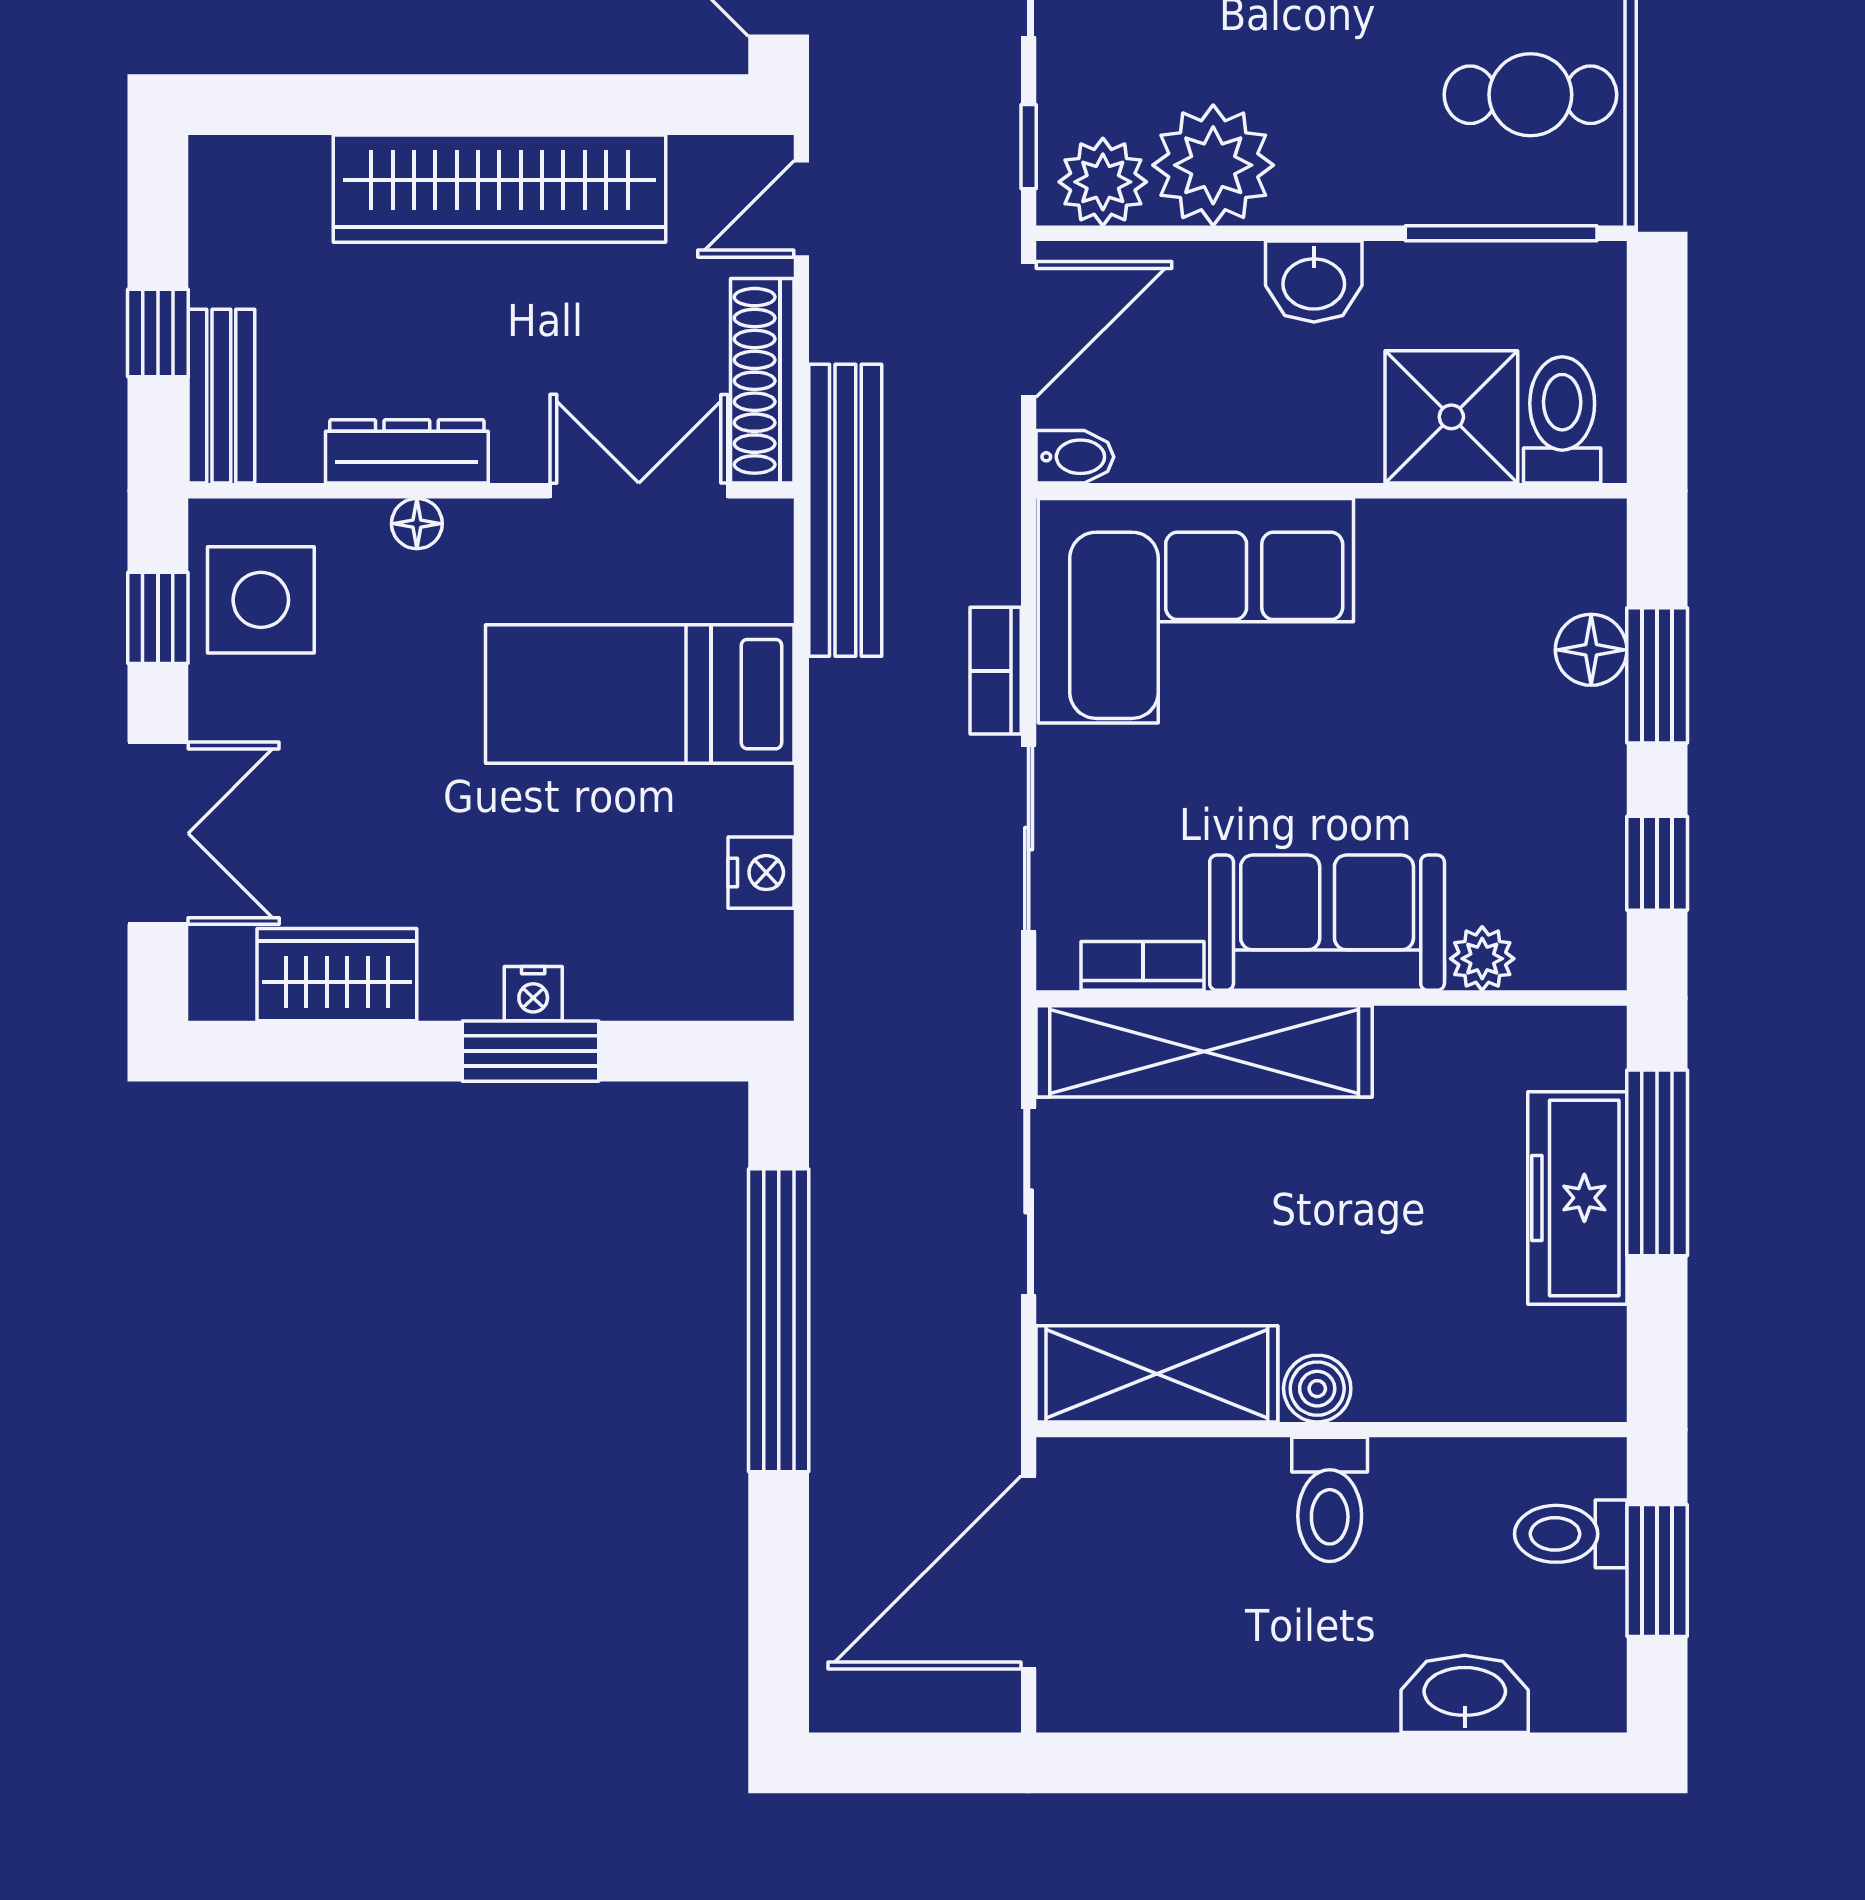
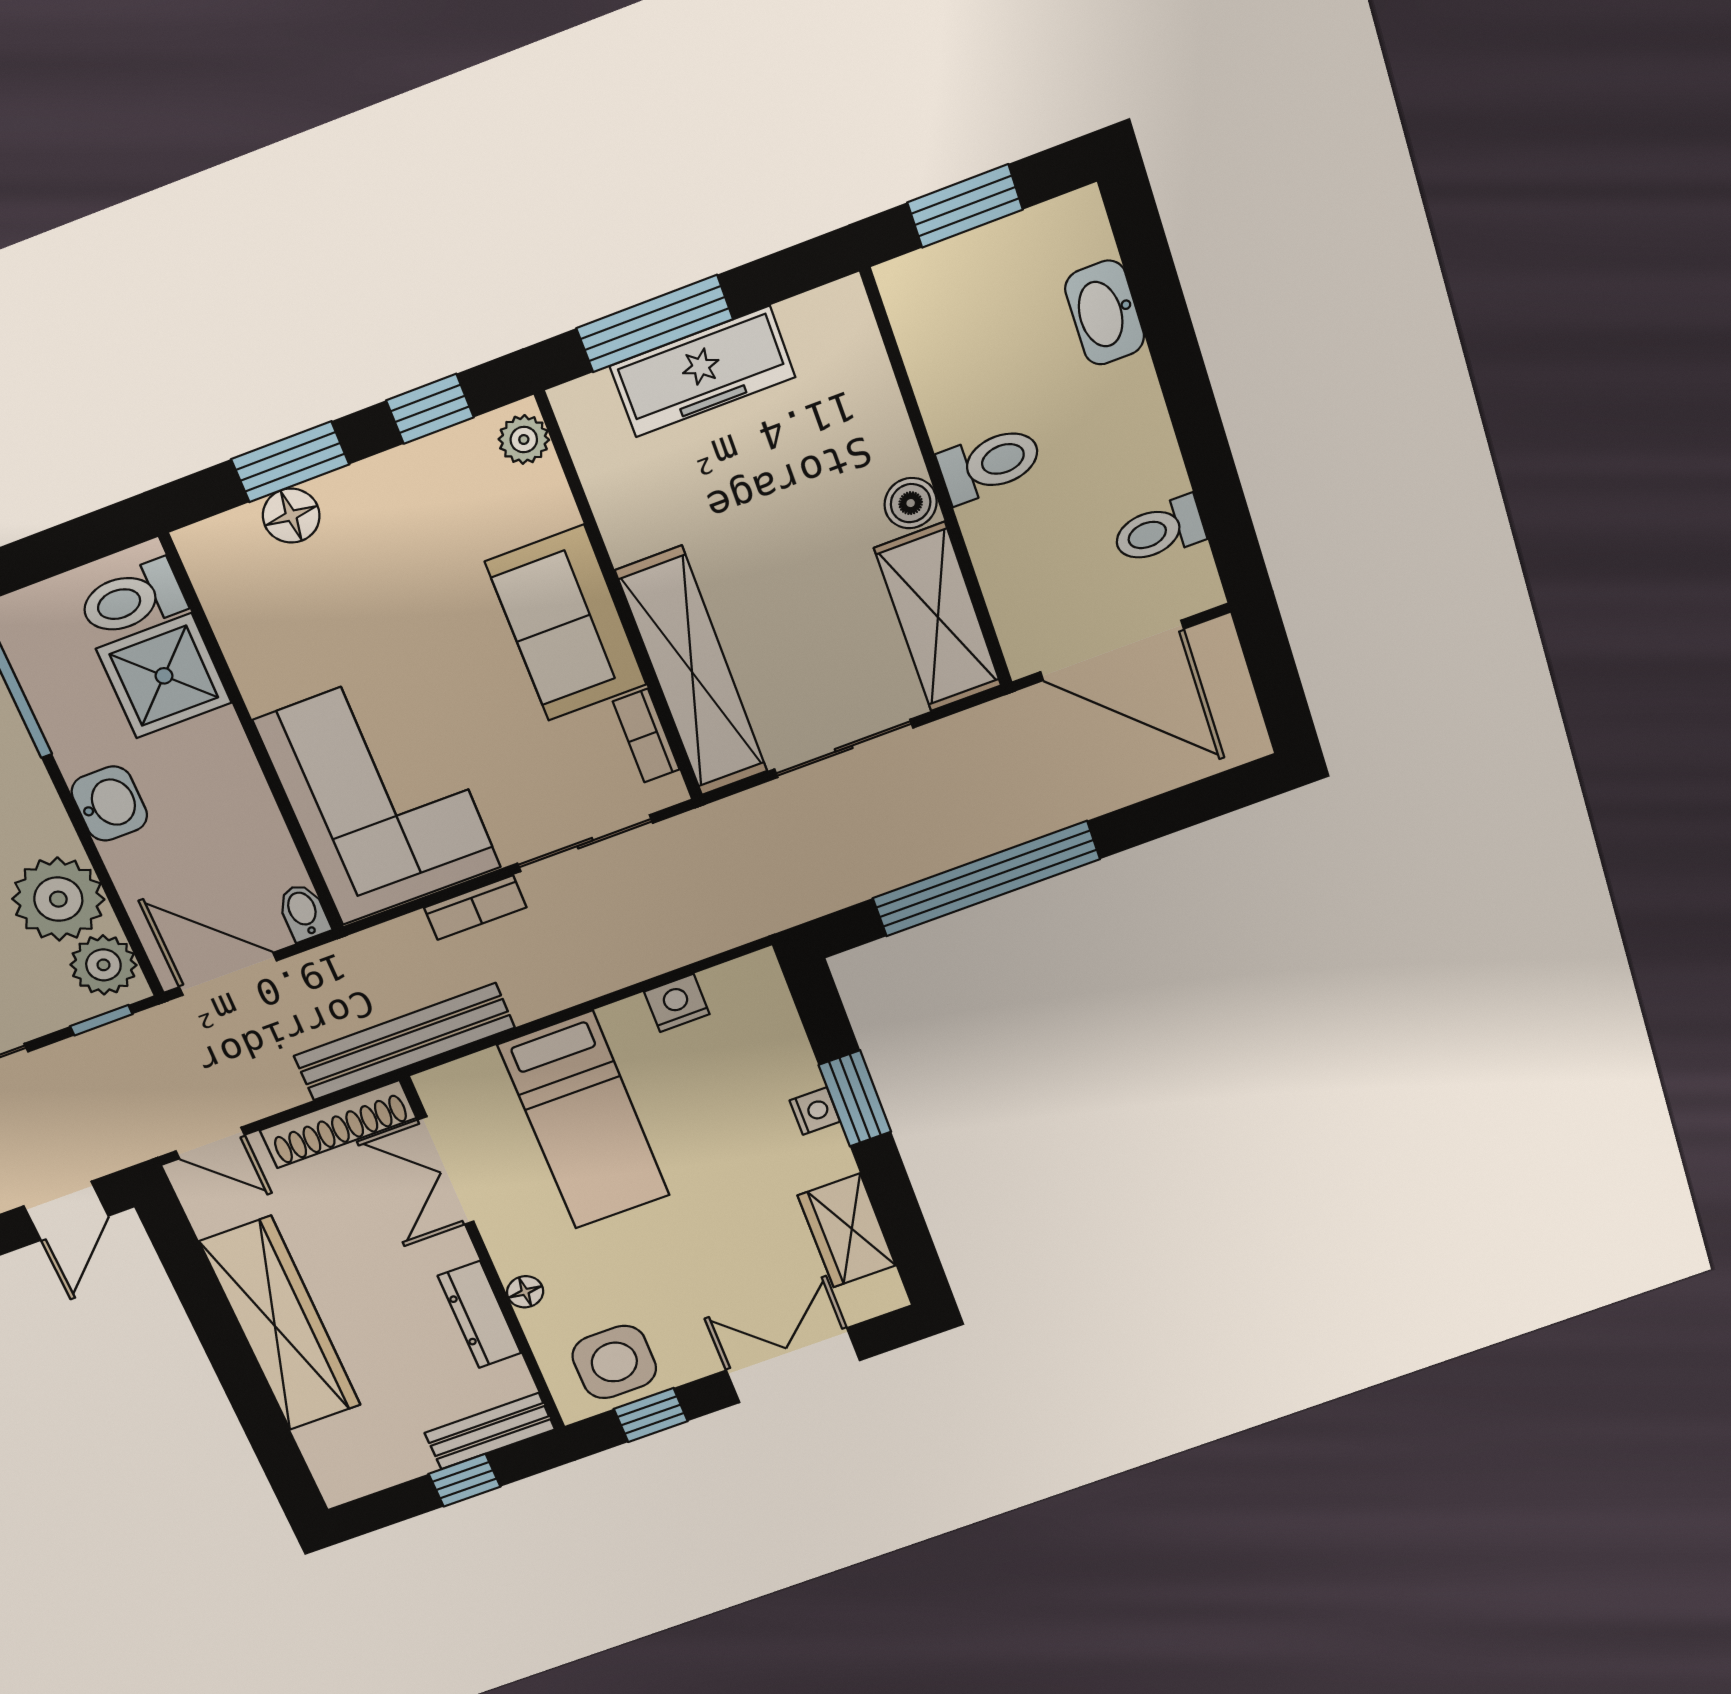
plant: (1482, 959) -> (524, 440), moved
toilet: (1571, 1534) -> (1159, 531), moved, turned 90

